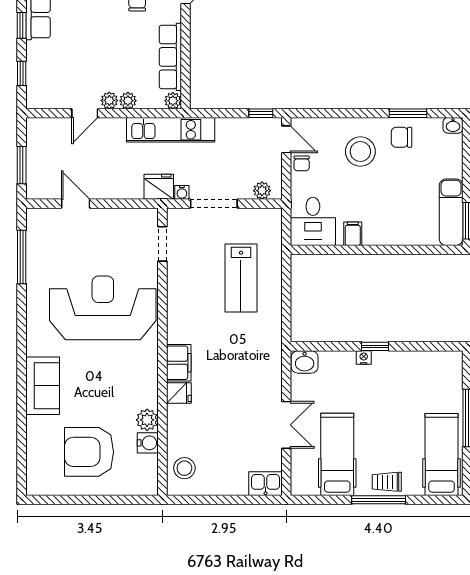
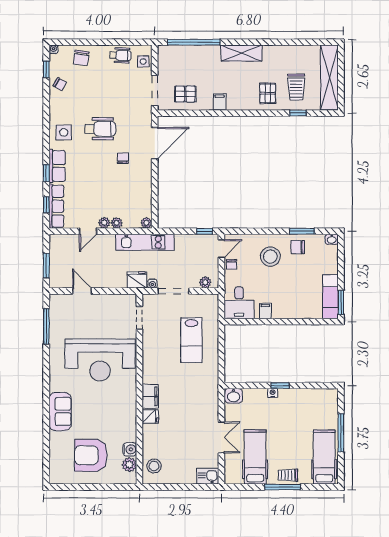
row of seats: (170, 57) -> (56, 206), moved, turned 180
door: (286, 139) -> (221, 248), hinge flipped
reception desk: (103, 308) -> (100, 360), turned 180
plant: (147, 420) -> (129, 465), moved

